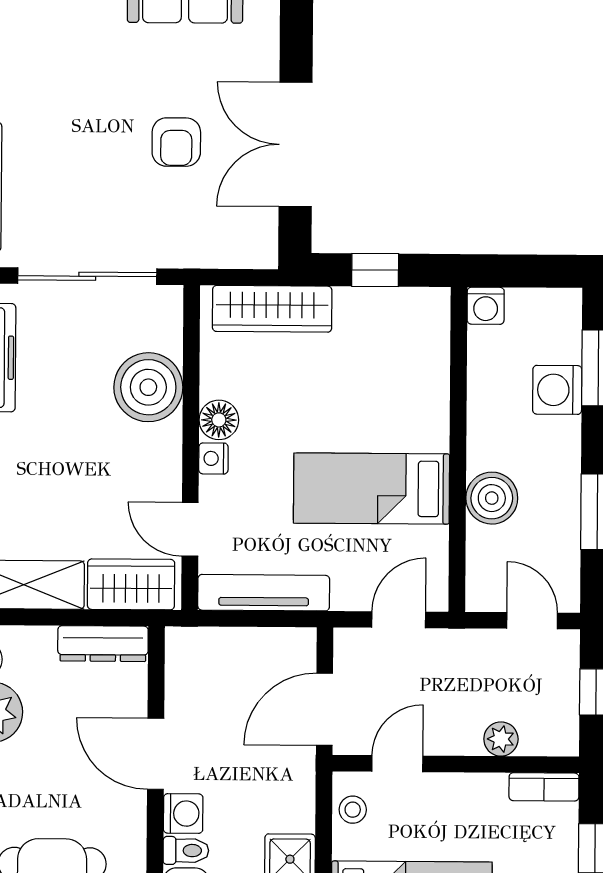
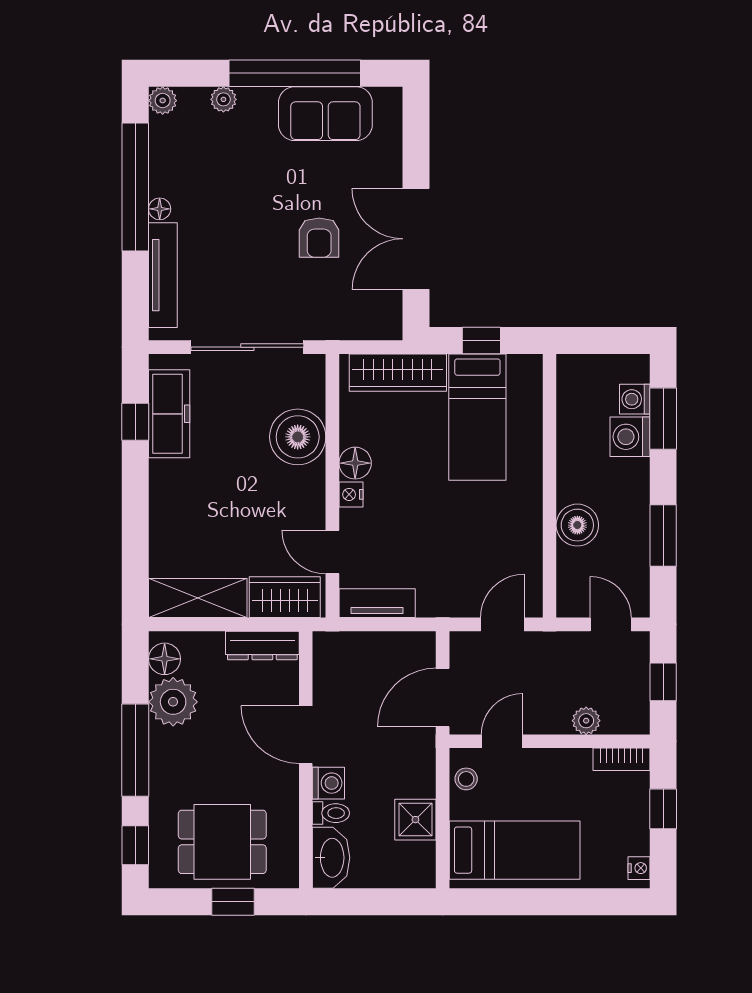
washing machine: (486, 306) -> (635, 399), moved, turned 90
bed: (372, 489) -> (477, 417), moved, turned -90
tv unit: (264, 593) -> (377, 603), width x0.71

